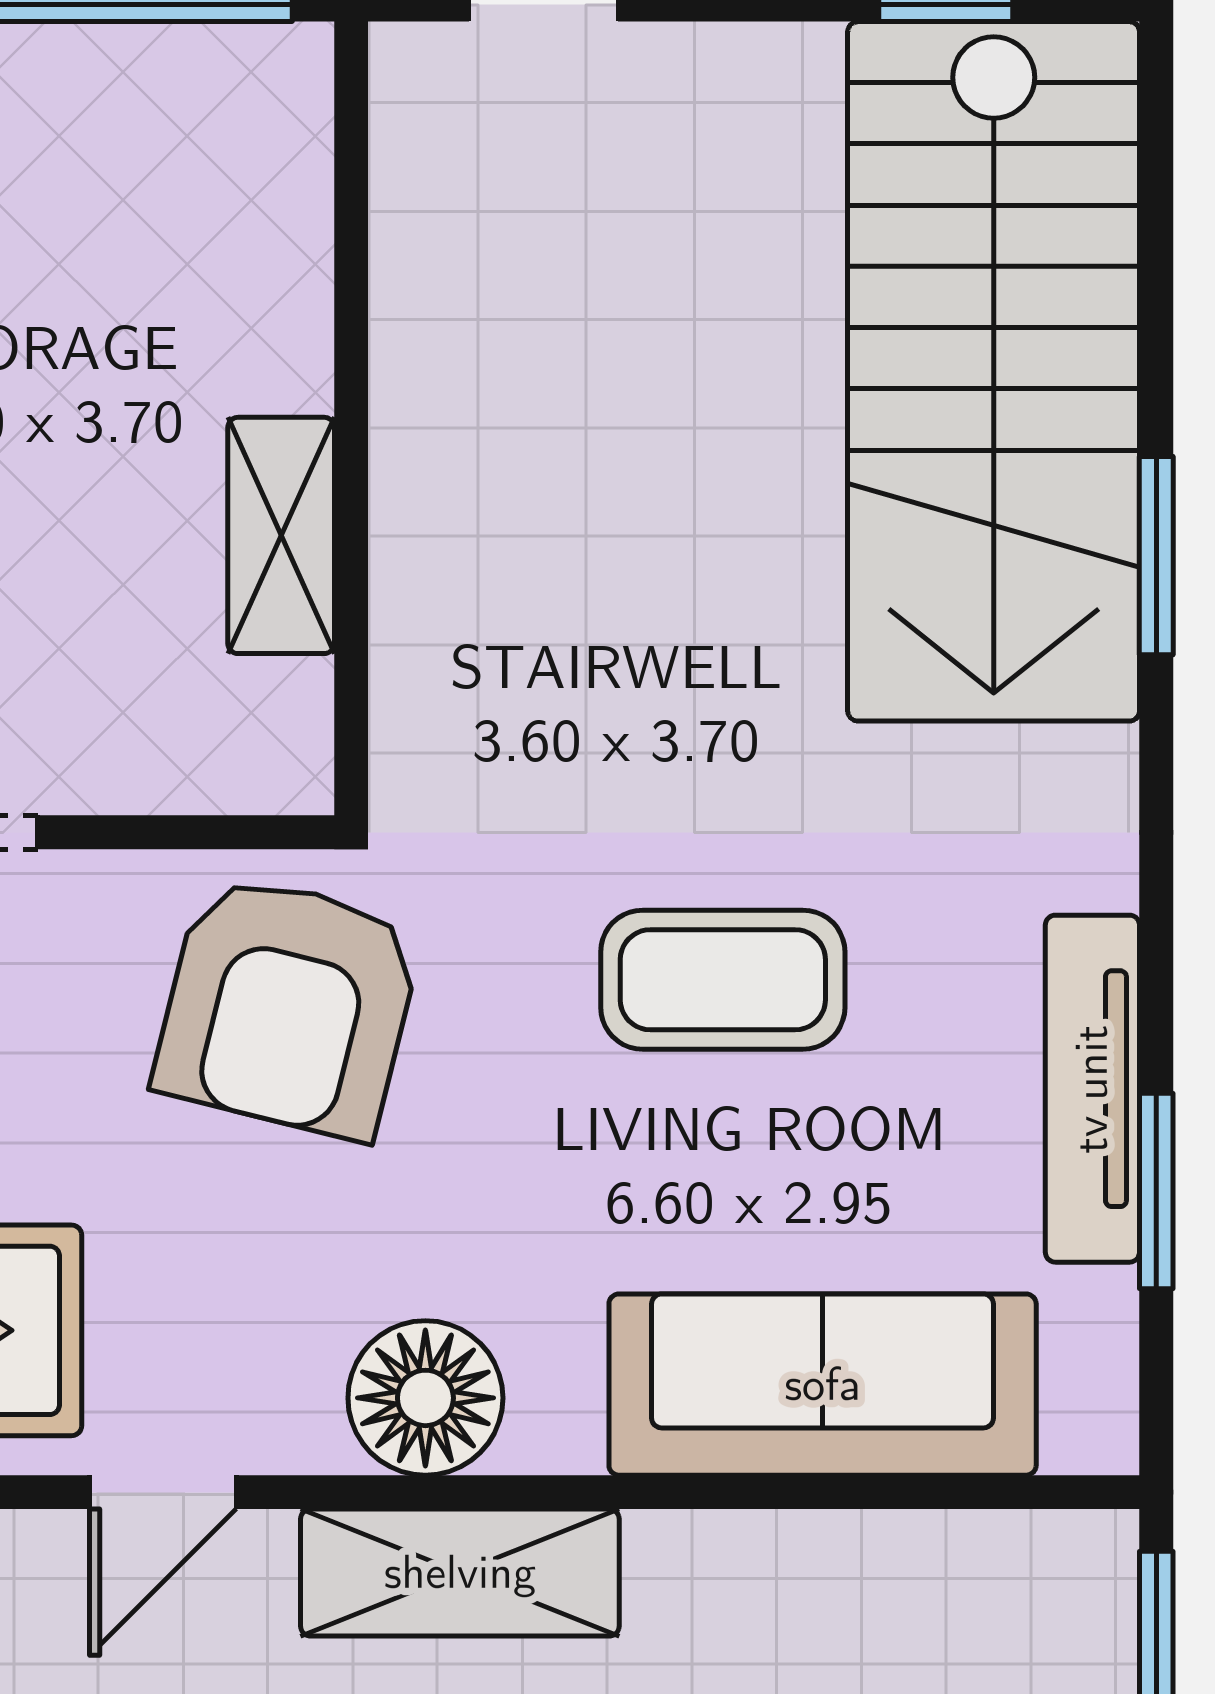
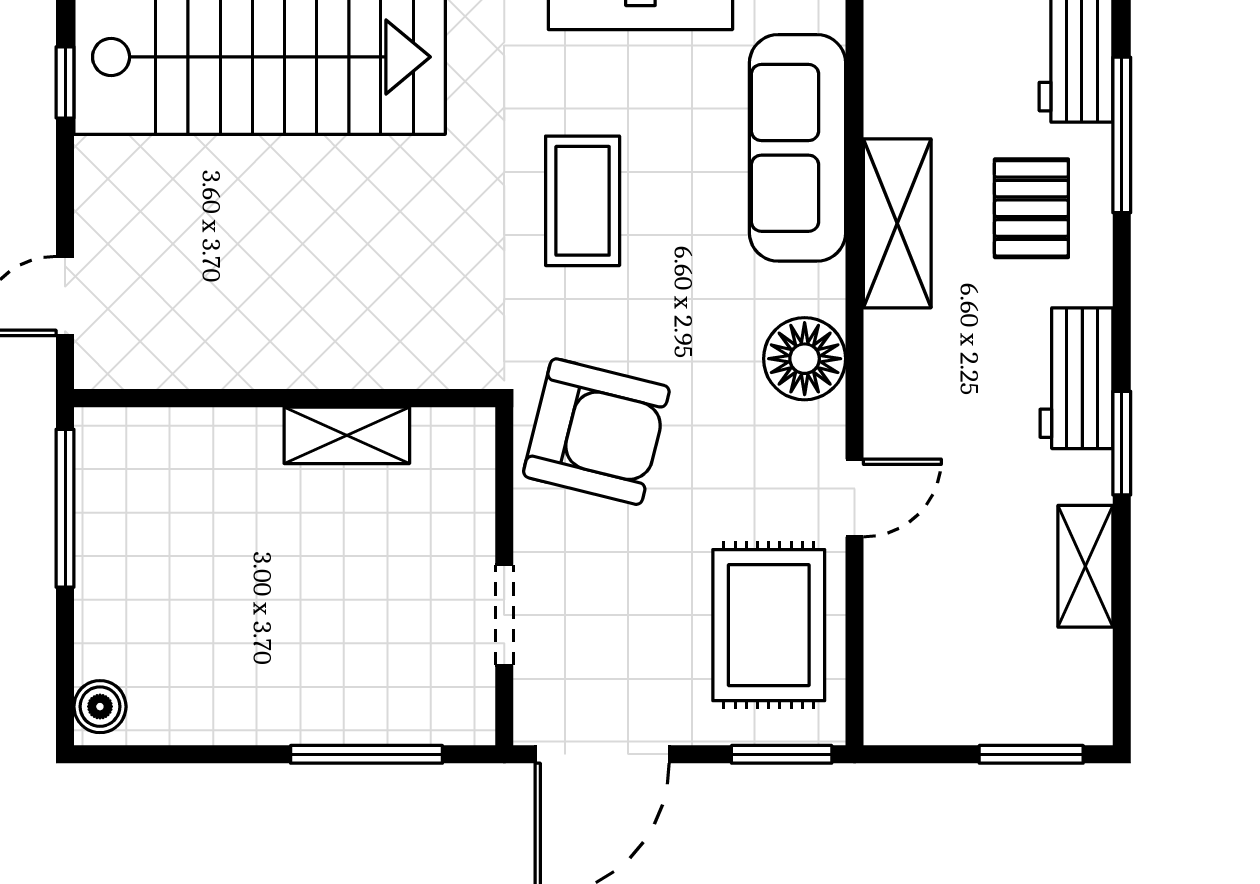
door: (163, 1492) -> (855, 498), hinge flipped
shelving: (460, 1573) -> (897, 223), moved

